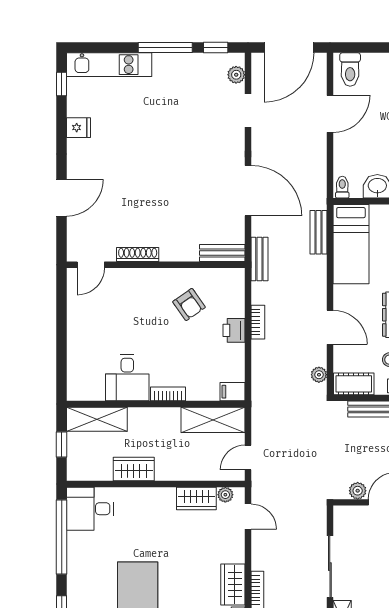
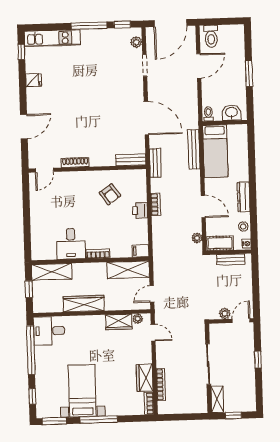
bench: (318, 232) -> (194, 149), width x1.36
wardrobe: (134, 469) -> (84, 304), width x1.50

